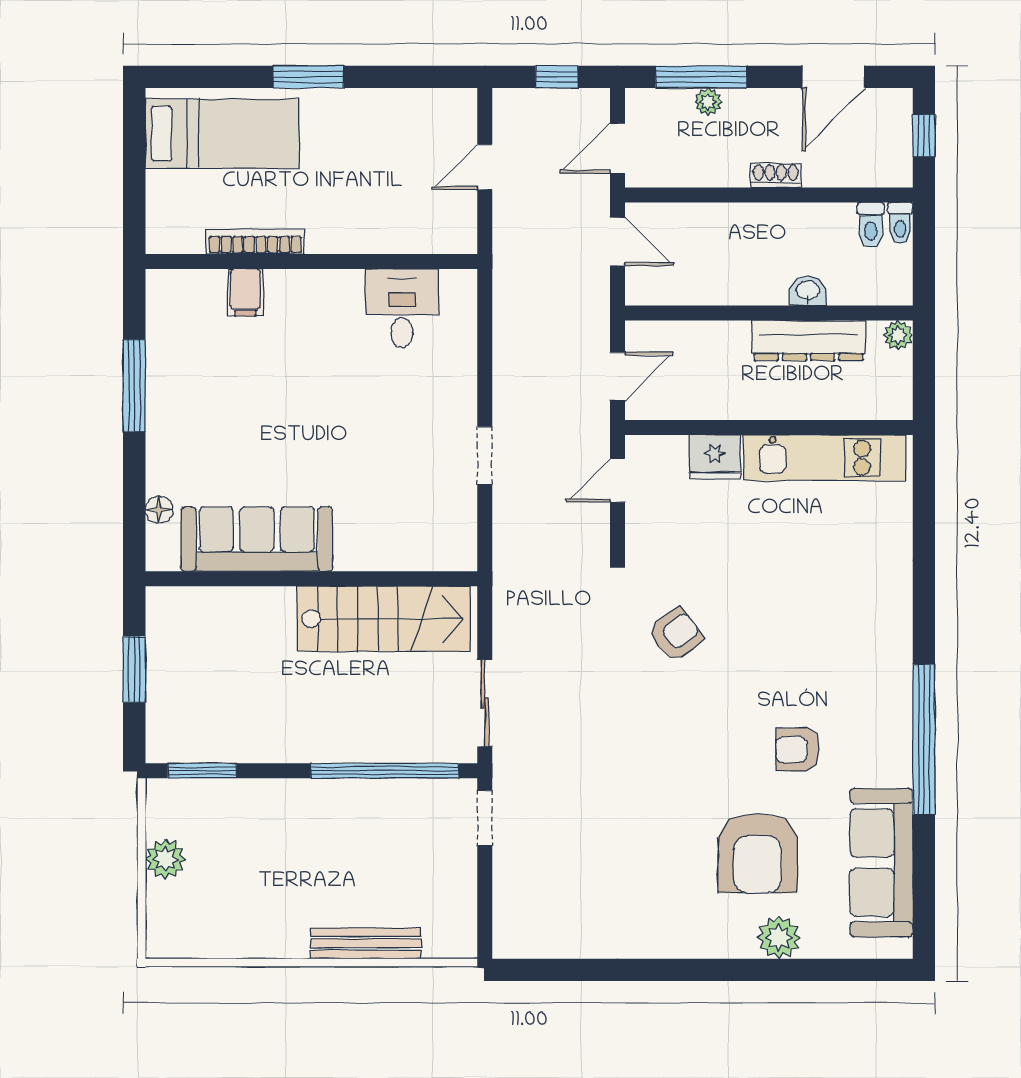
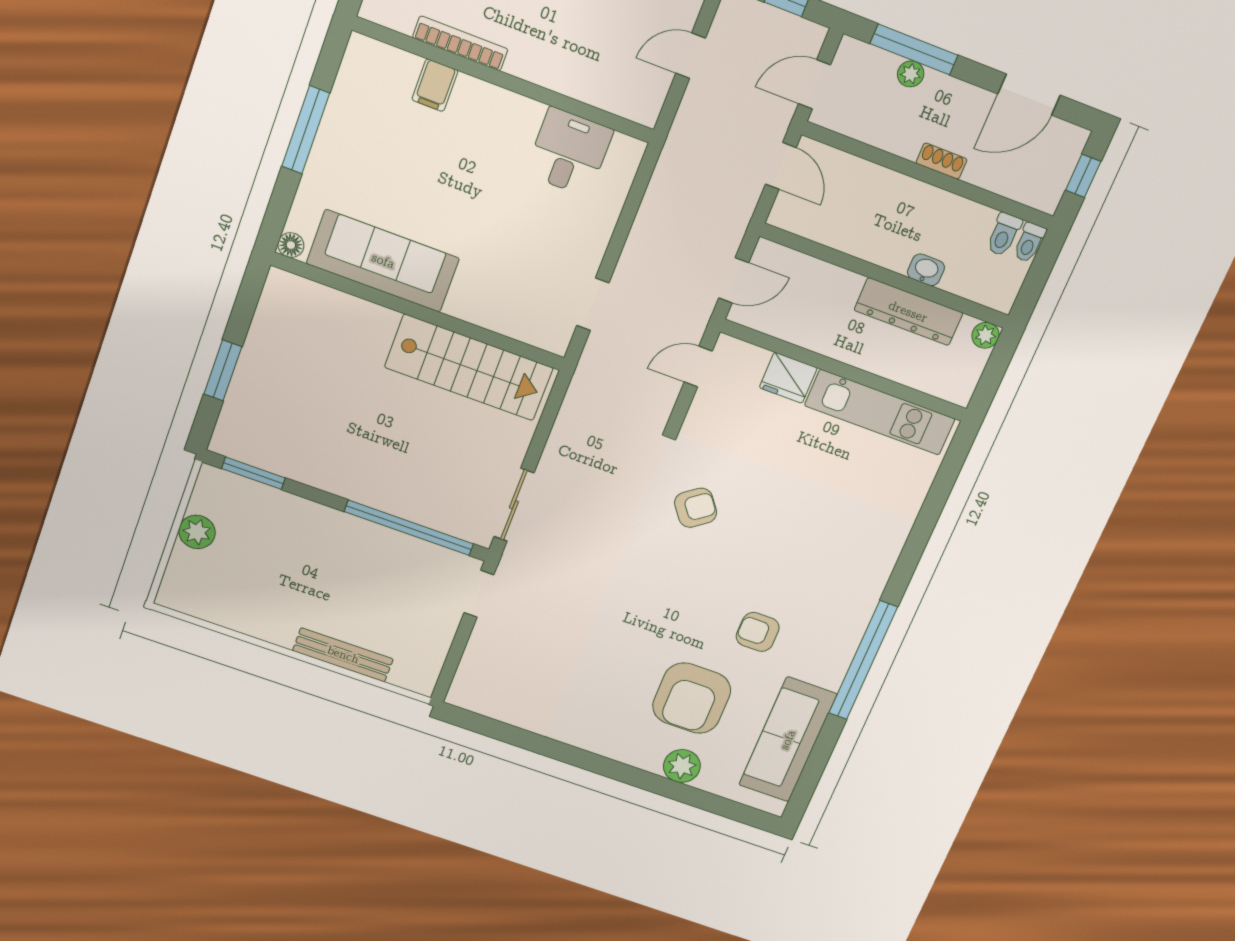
sofa: (257, 539) -> (383, 261), moved
wall: (311, 579) -> (418, 312), moved
stairs: (384, 619) -> (469, 368), moved

